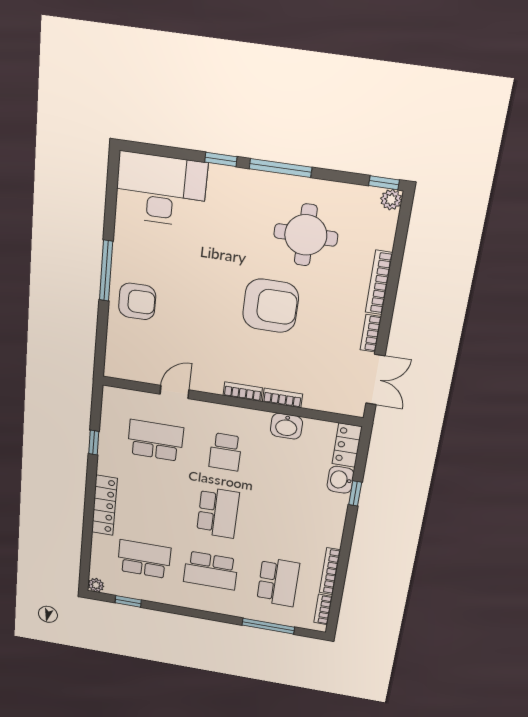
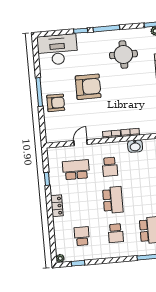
armchair: (271, 306) -> (88, 87), moved
locker: (104, 505) -> (57, 206), width x0.66
school desk: (144, 559) -> (82, 236), width x0.54
school desk: (211, 571) -> (116, 233), width x0.54

